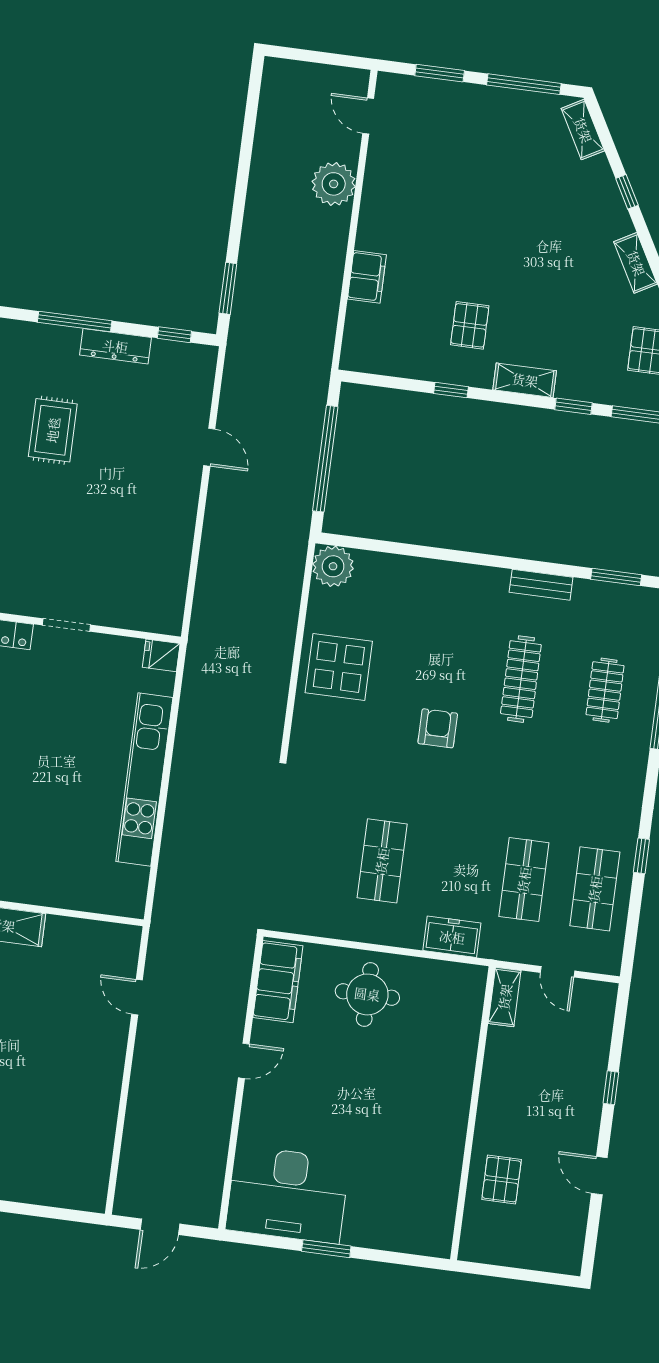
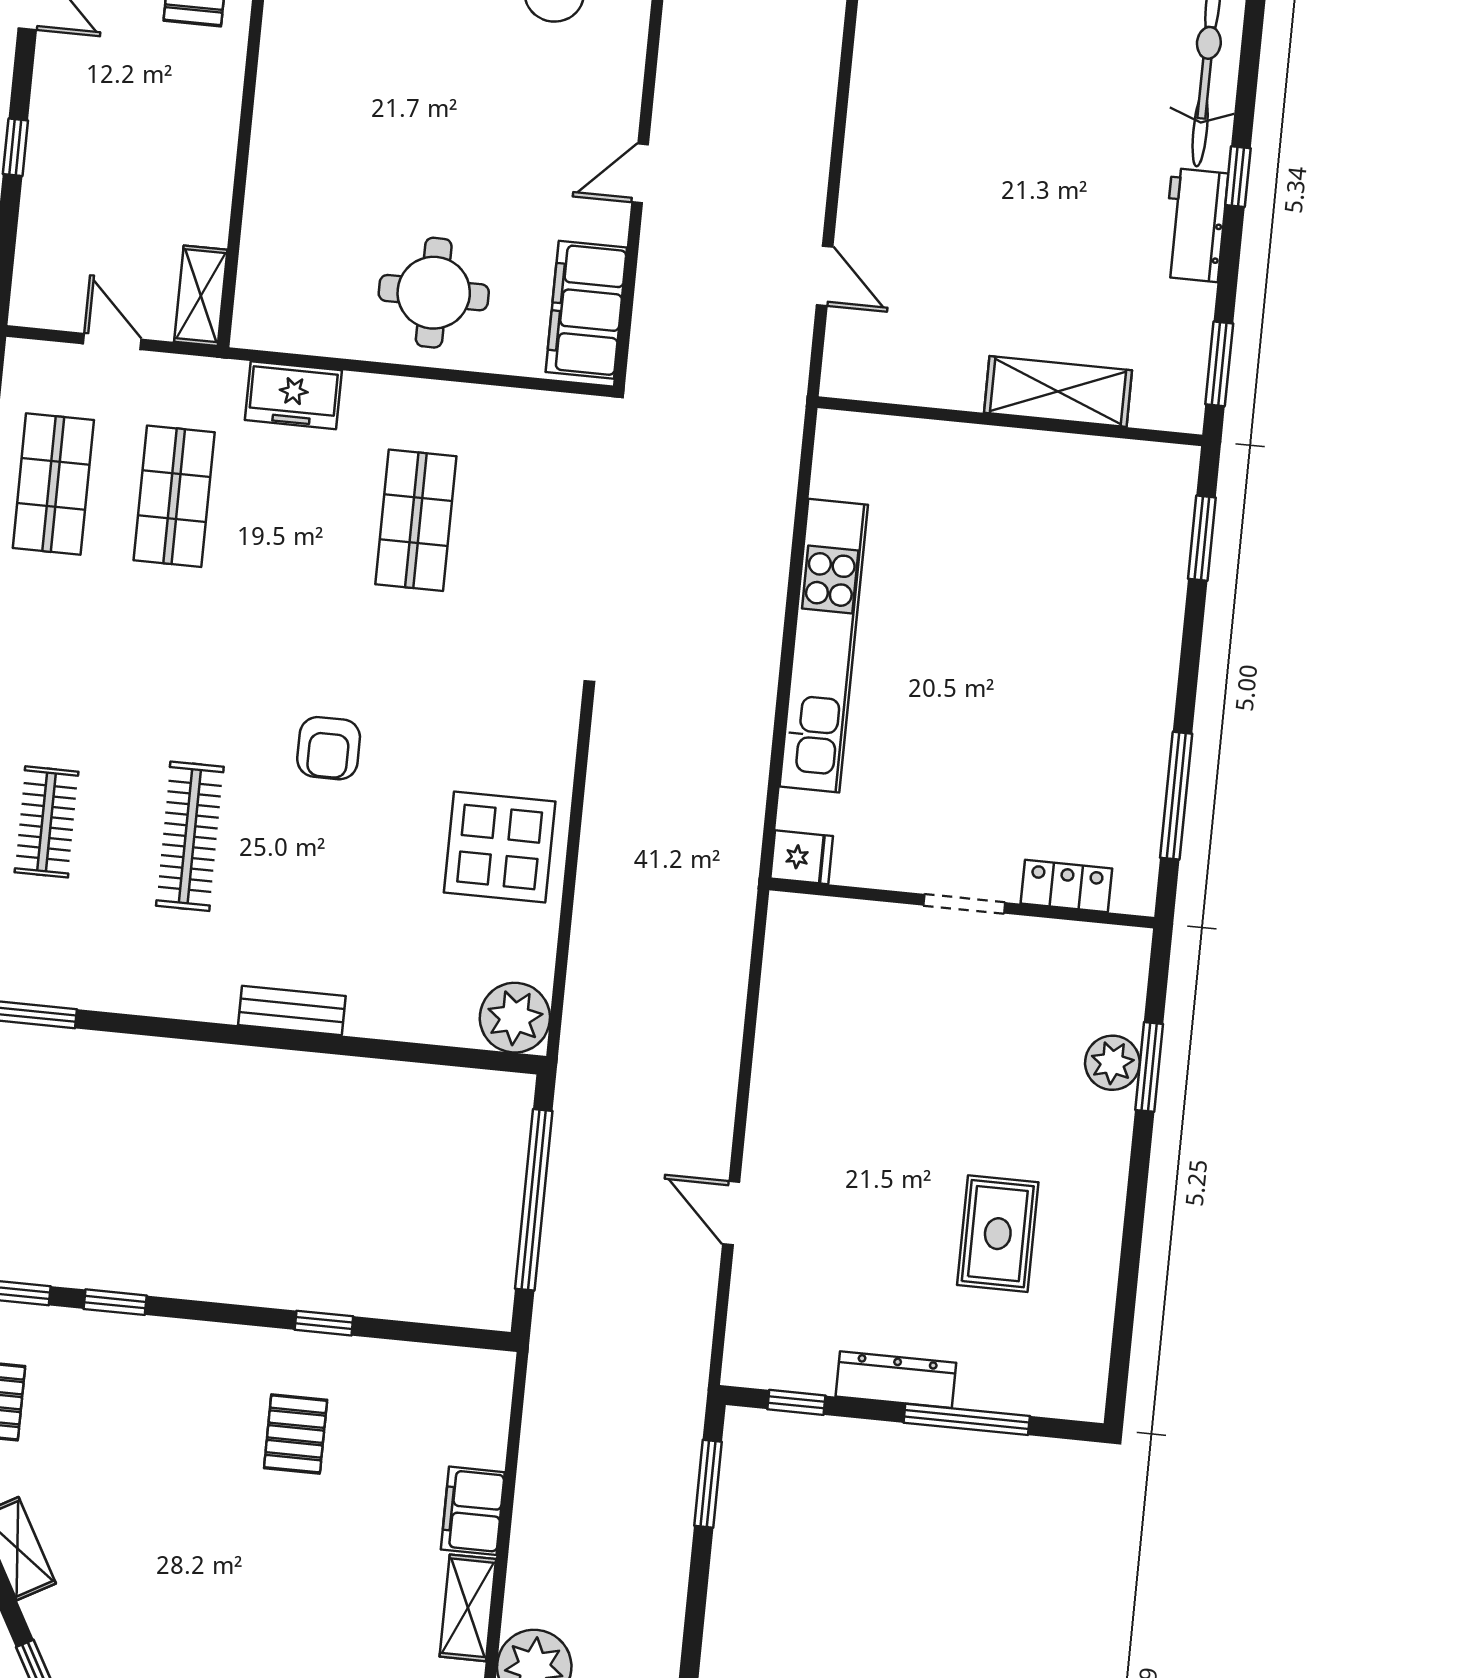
shelving: (525, 380) -> (468, 1608), moved, turned 90
bench: (541, 585) -> (292, 1011), moved

